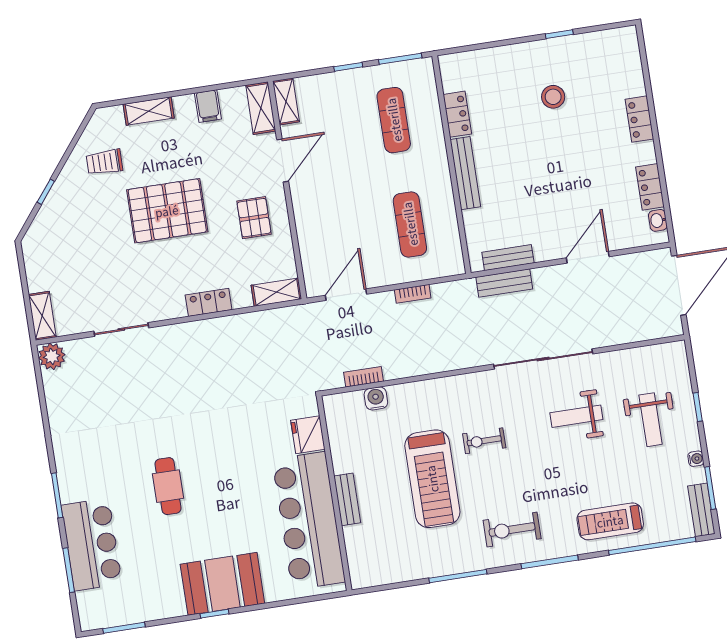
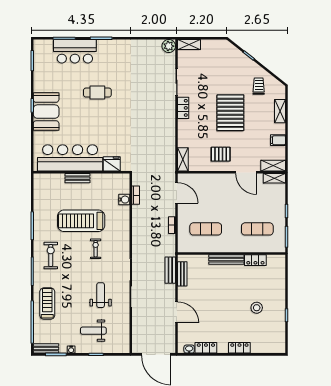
locker: (209, 302) -> (183, 108), moved

